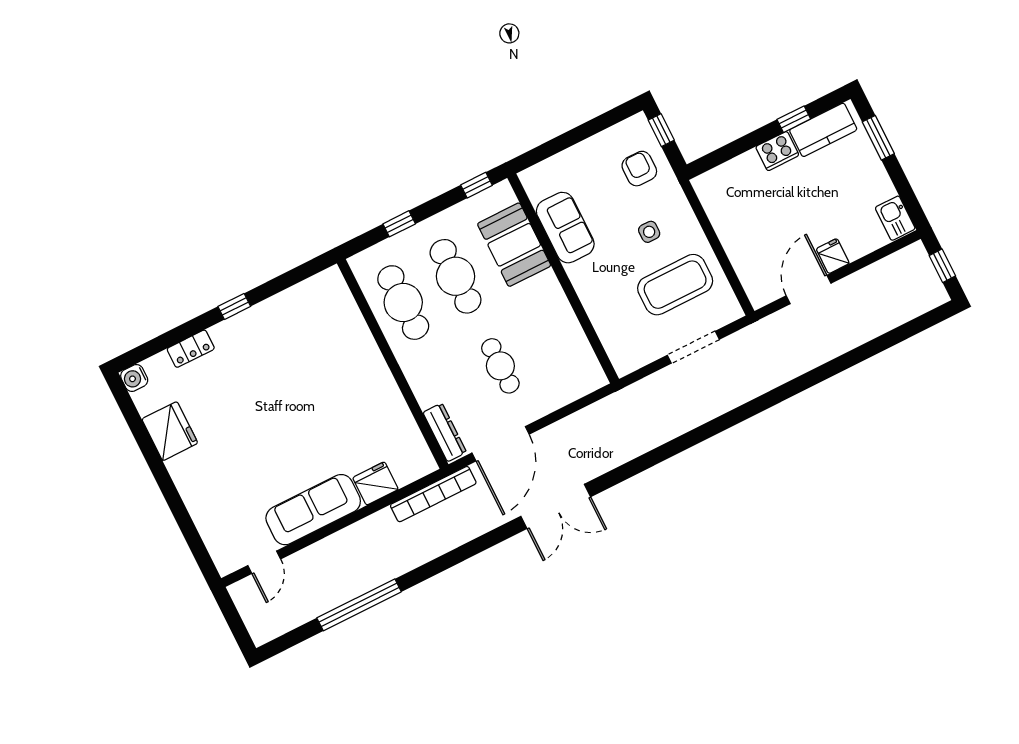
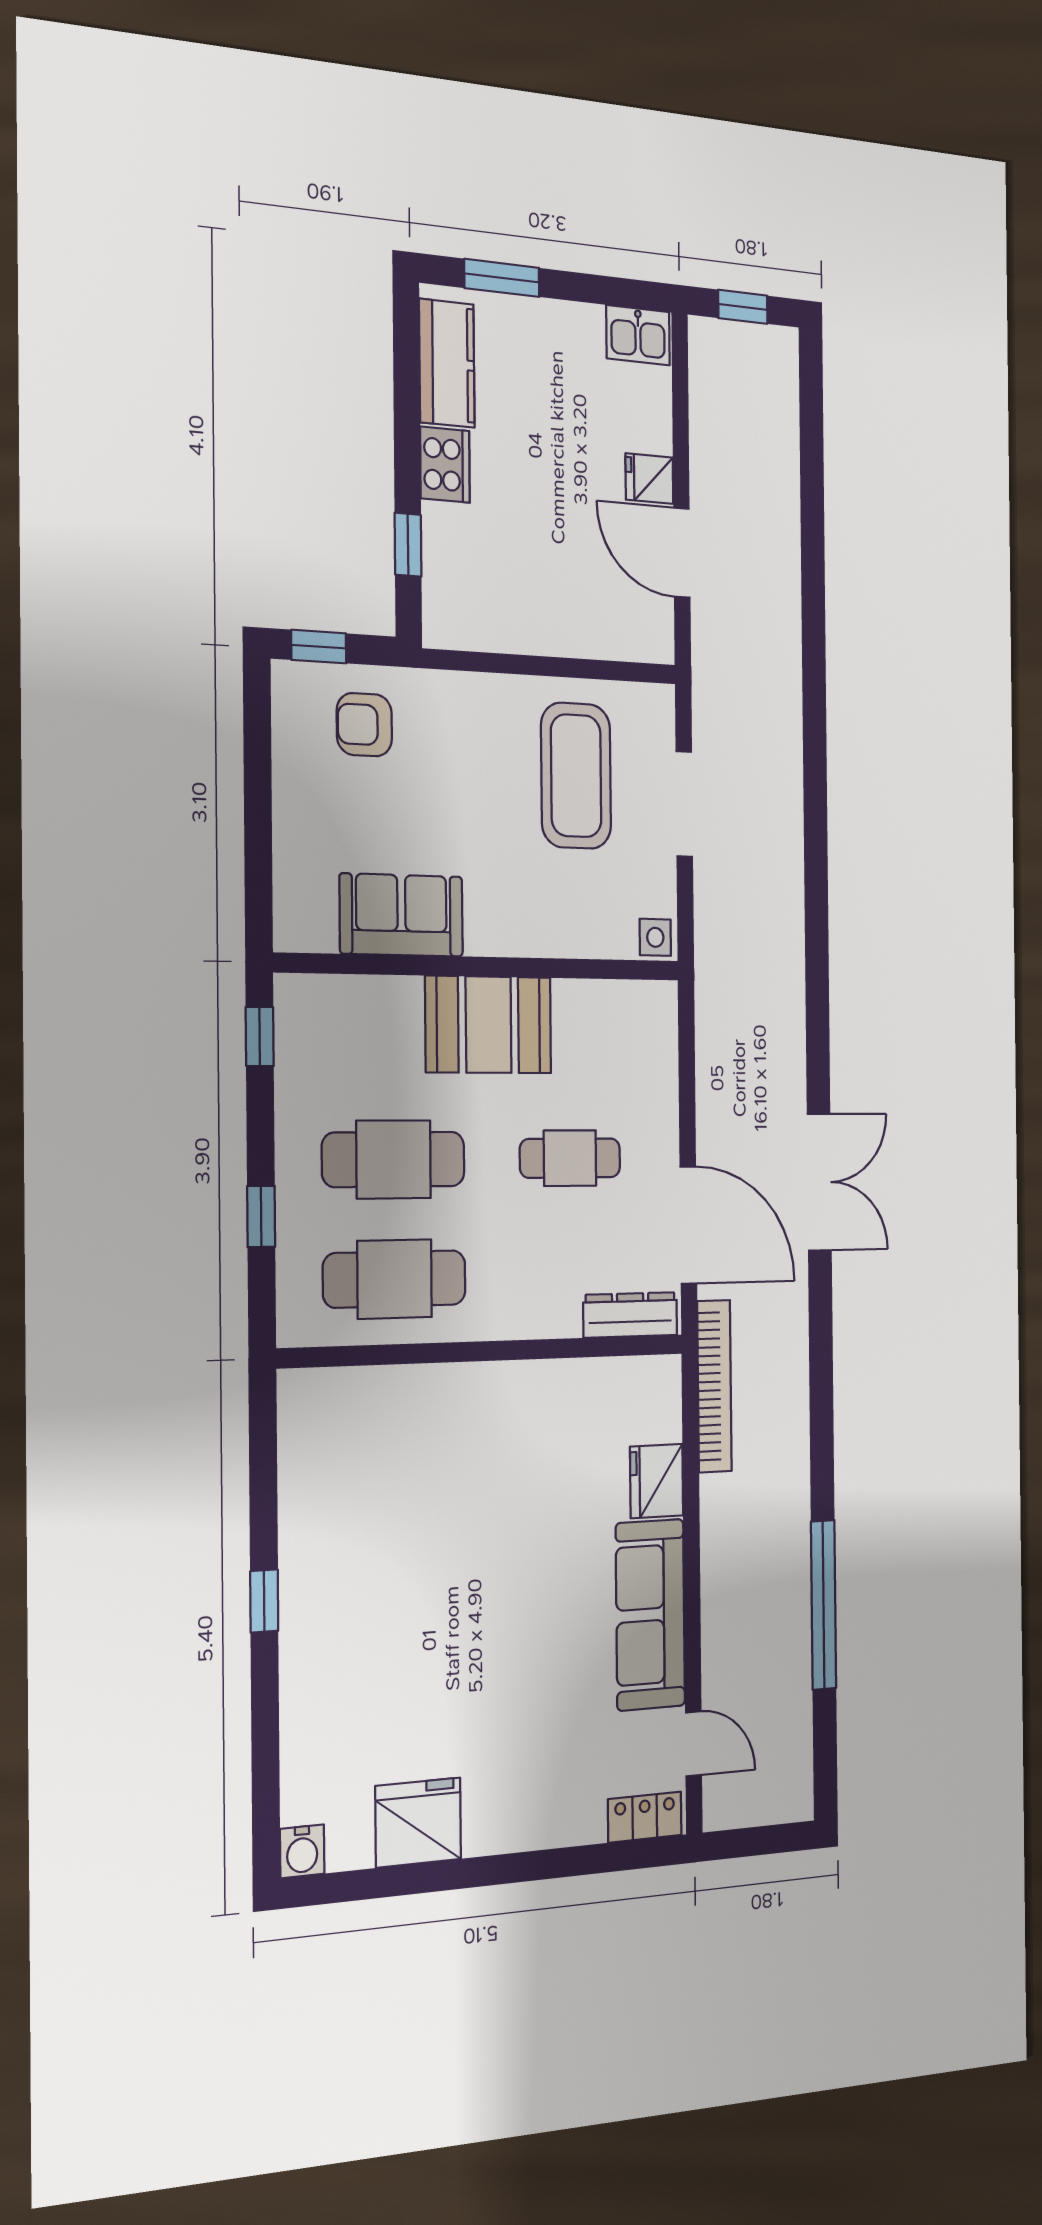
window: (794, 119) -> (408, 545), moved
side table: (649, 232) -> (655, 937), moved
booth: (514, 245) -> (488, 1025), moved
locker: (191, 349) -> (645, 1817), moved, turned -90

